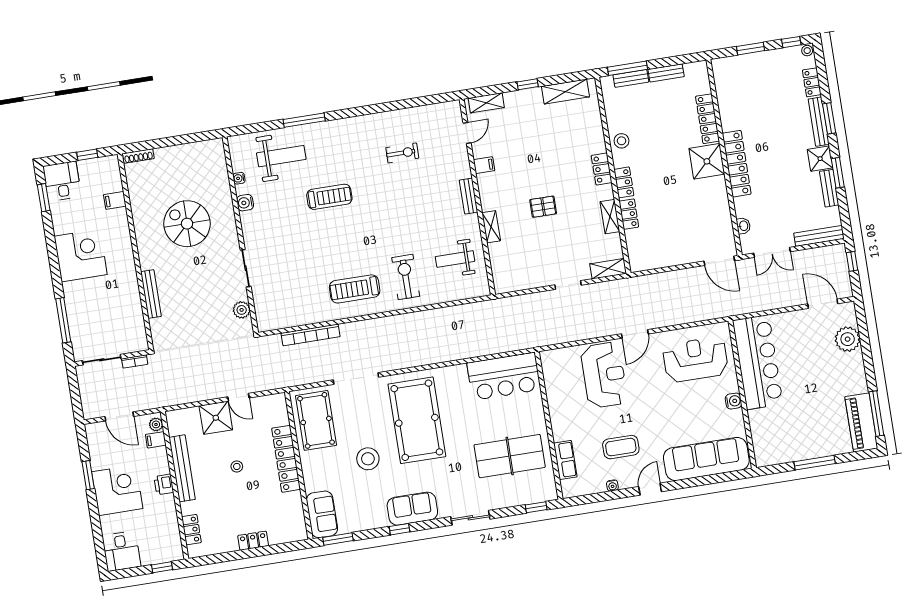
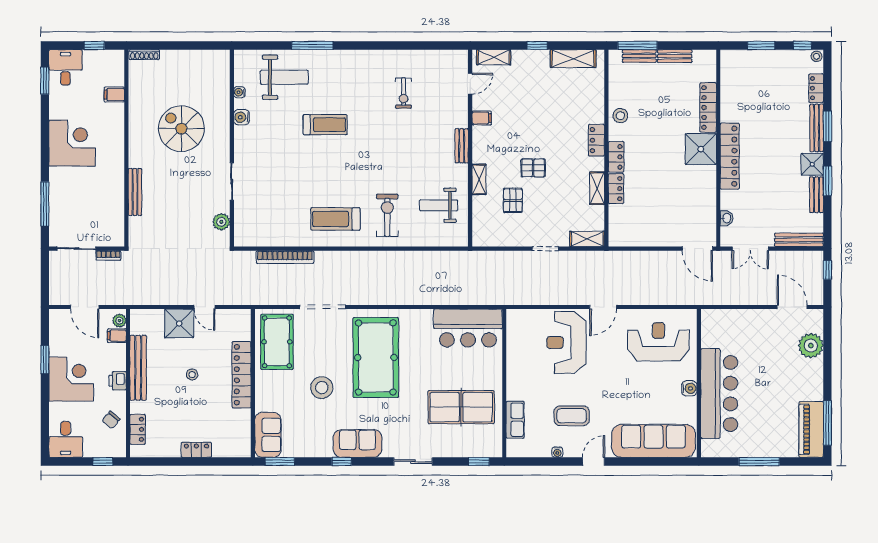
exercise bike: (402, 153) -> (404, 93), turned 90
pallet: (528, 242) -> (513, 200), added
bar counter: (758, 362) -> (719, 394), moved
reception desk: (604, 375) -> (566, 342), turned 180
chair: (164, 525) -> (111, 420), added

